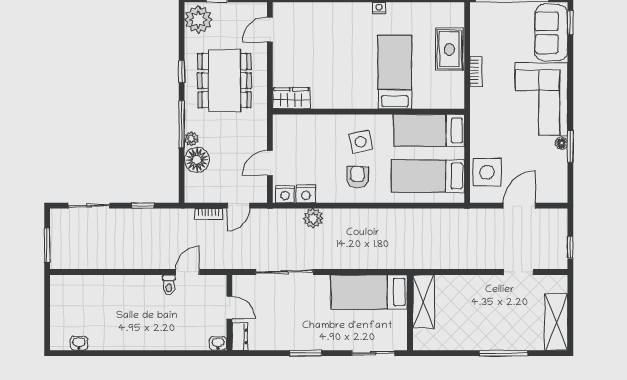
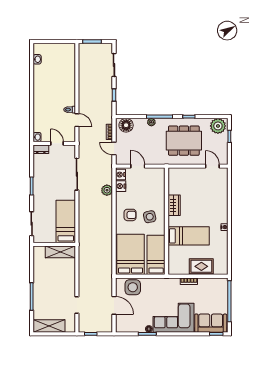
wardrobe: (291, 98) -> (174, 205), moved
floor lamp: (197, 160) -> (126, 125), moved
bed: (428, 176) -> (131, 254), width x1.50
door: (229, 308) -> (57, 143), swing flipped

